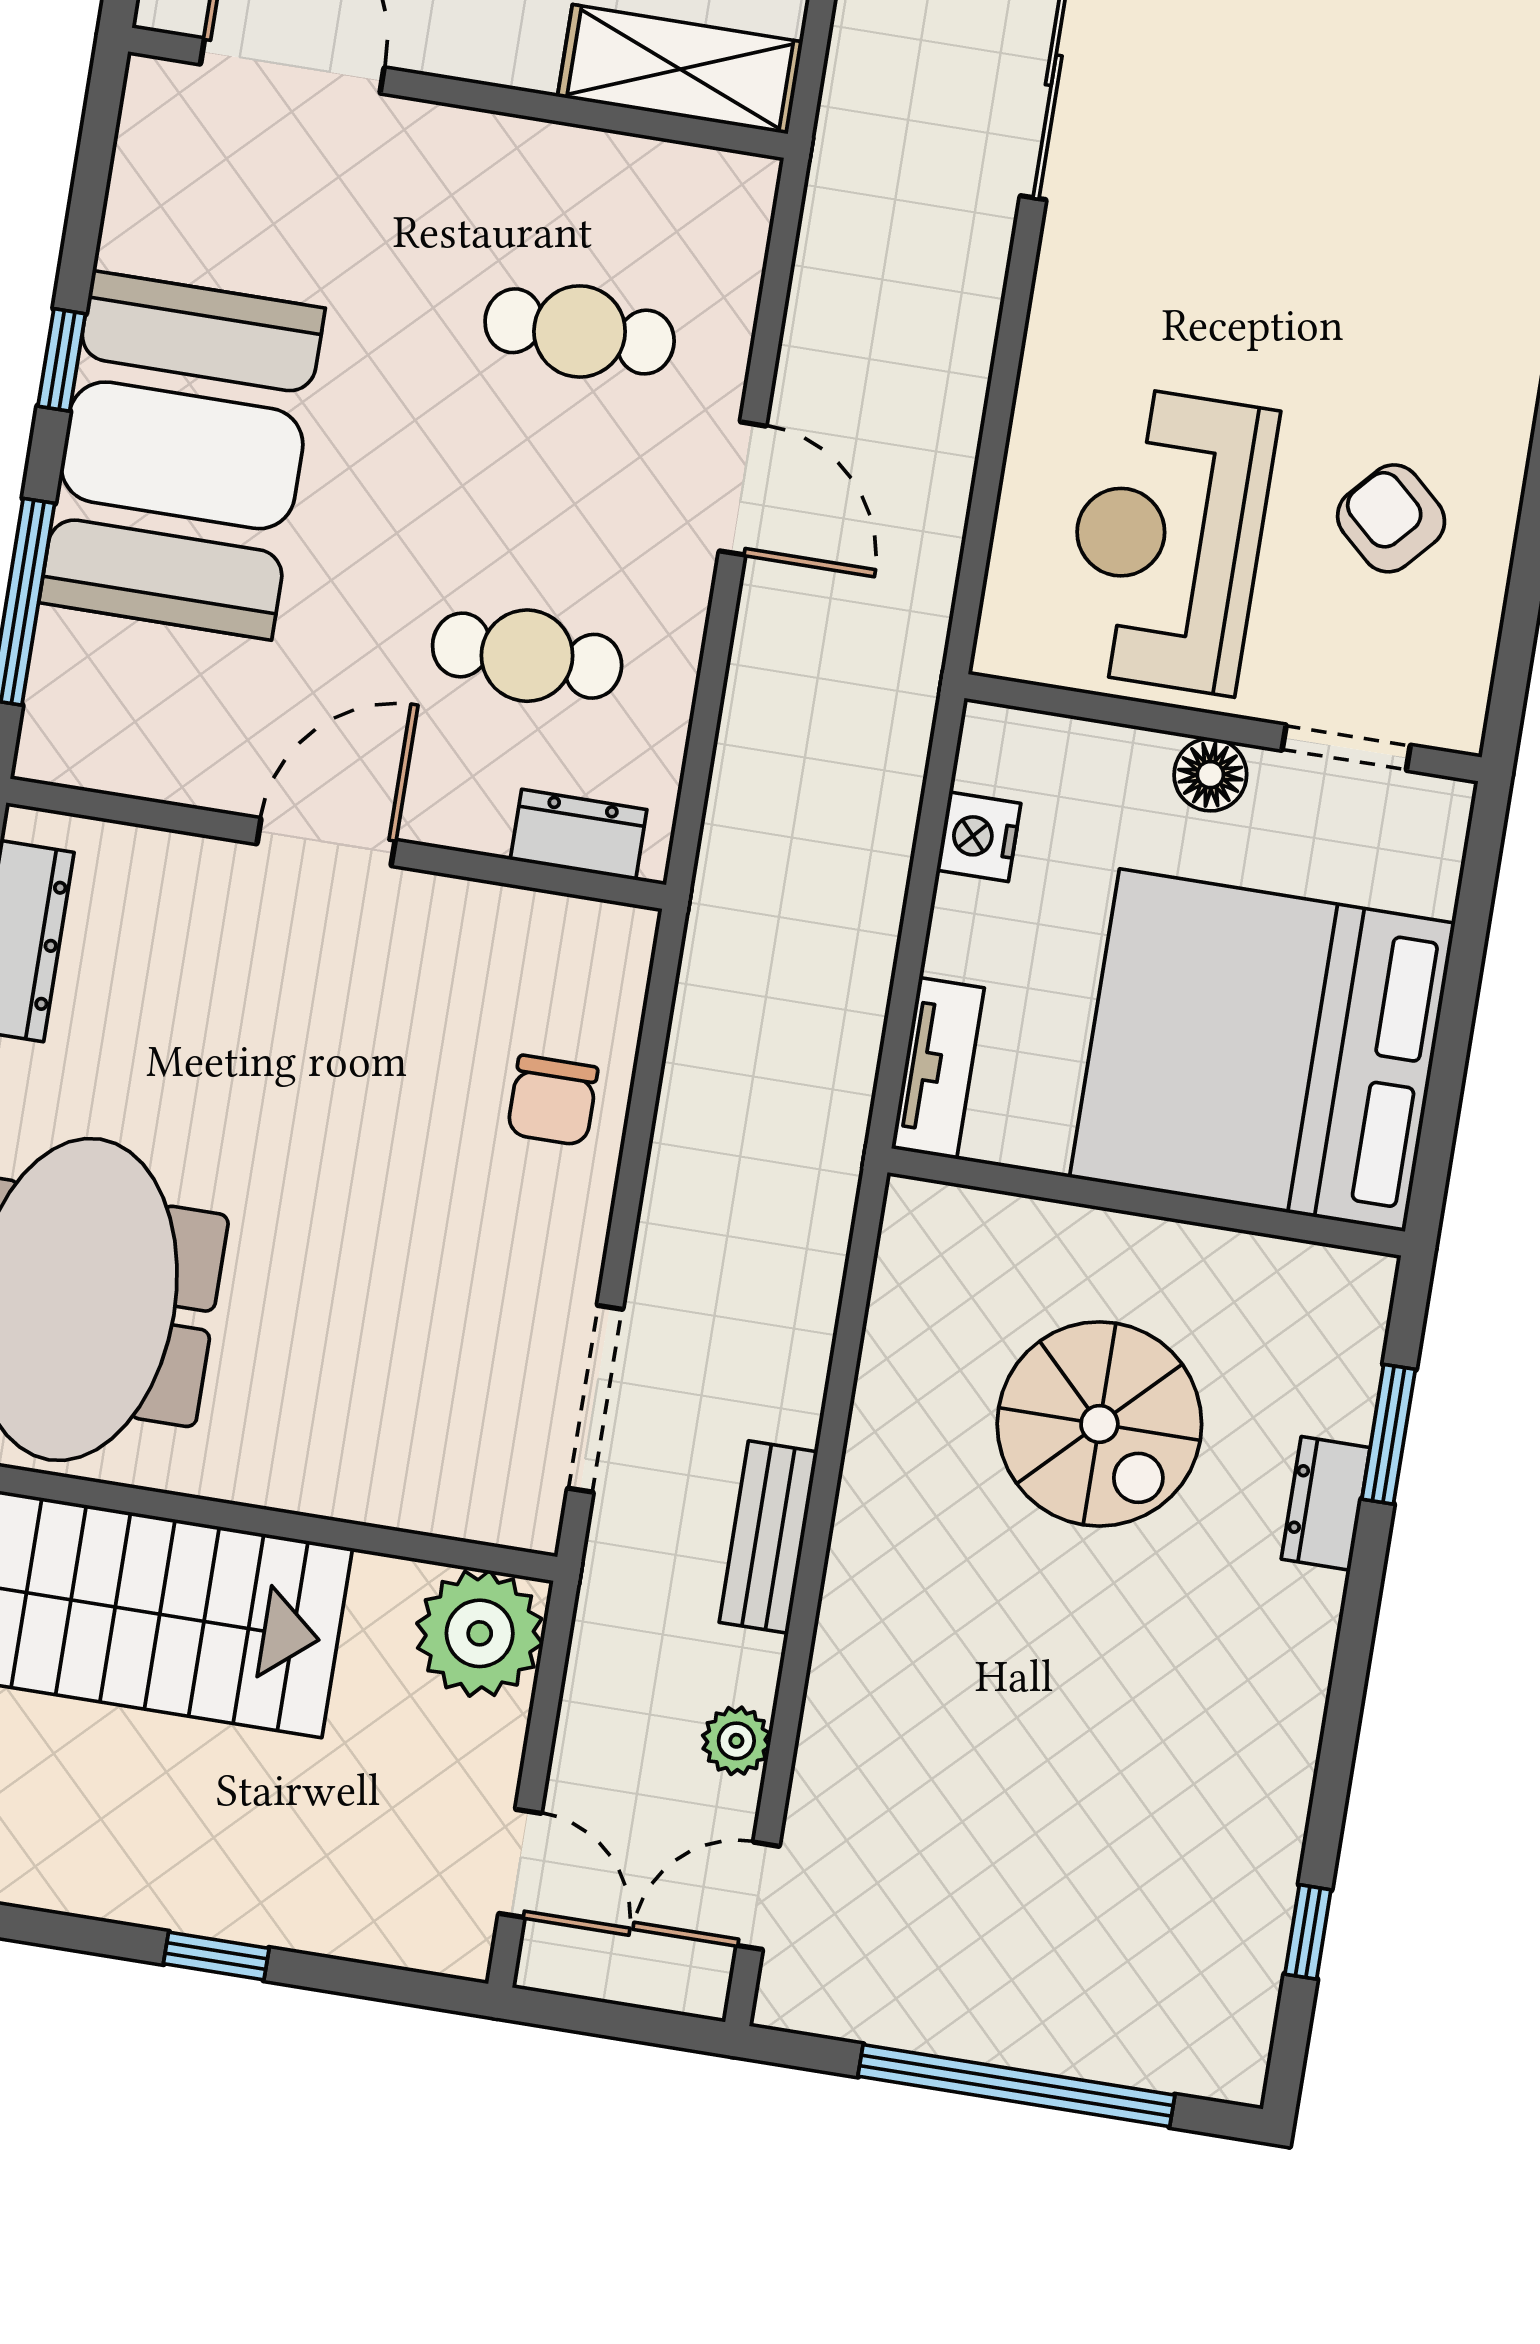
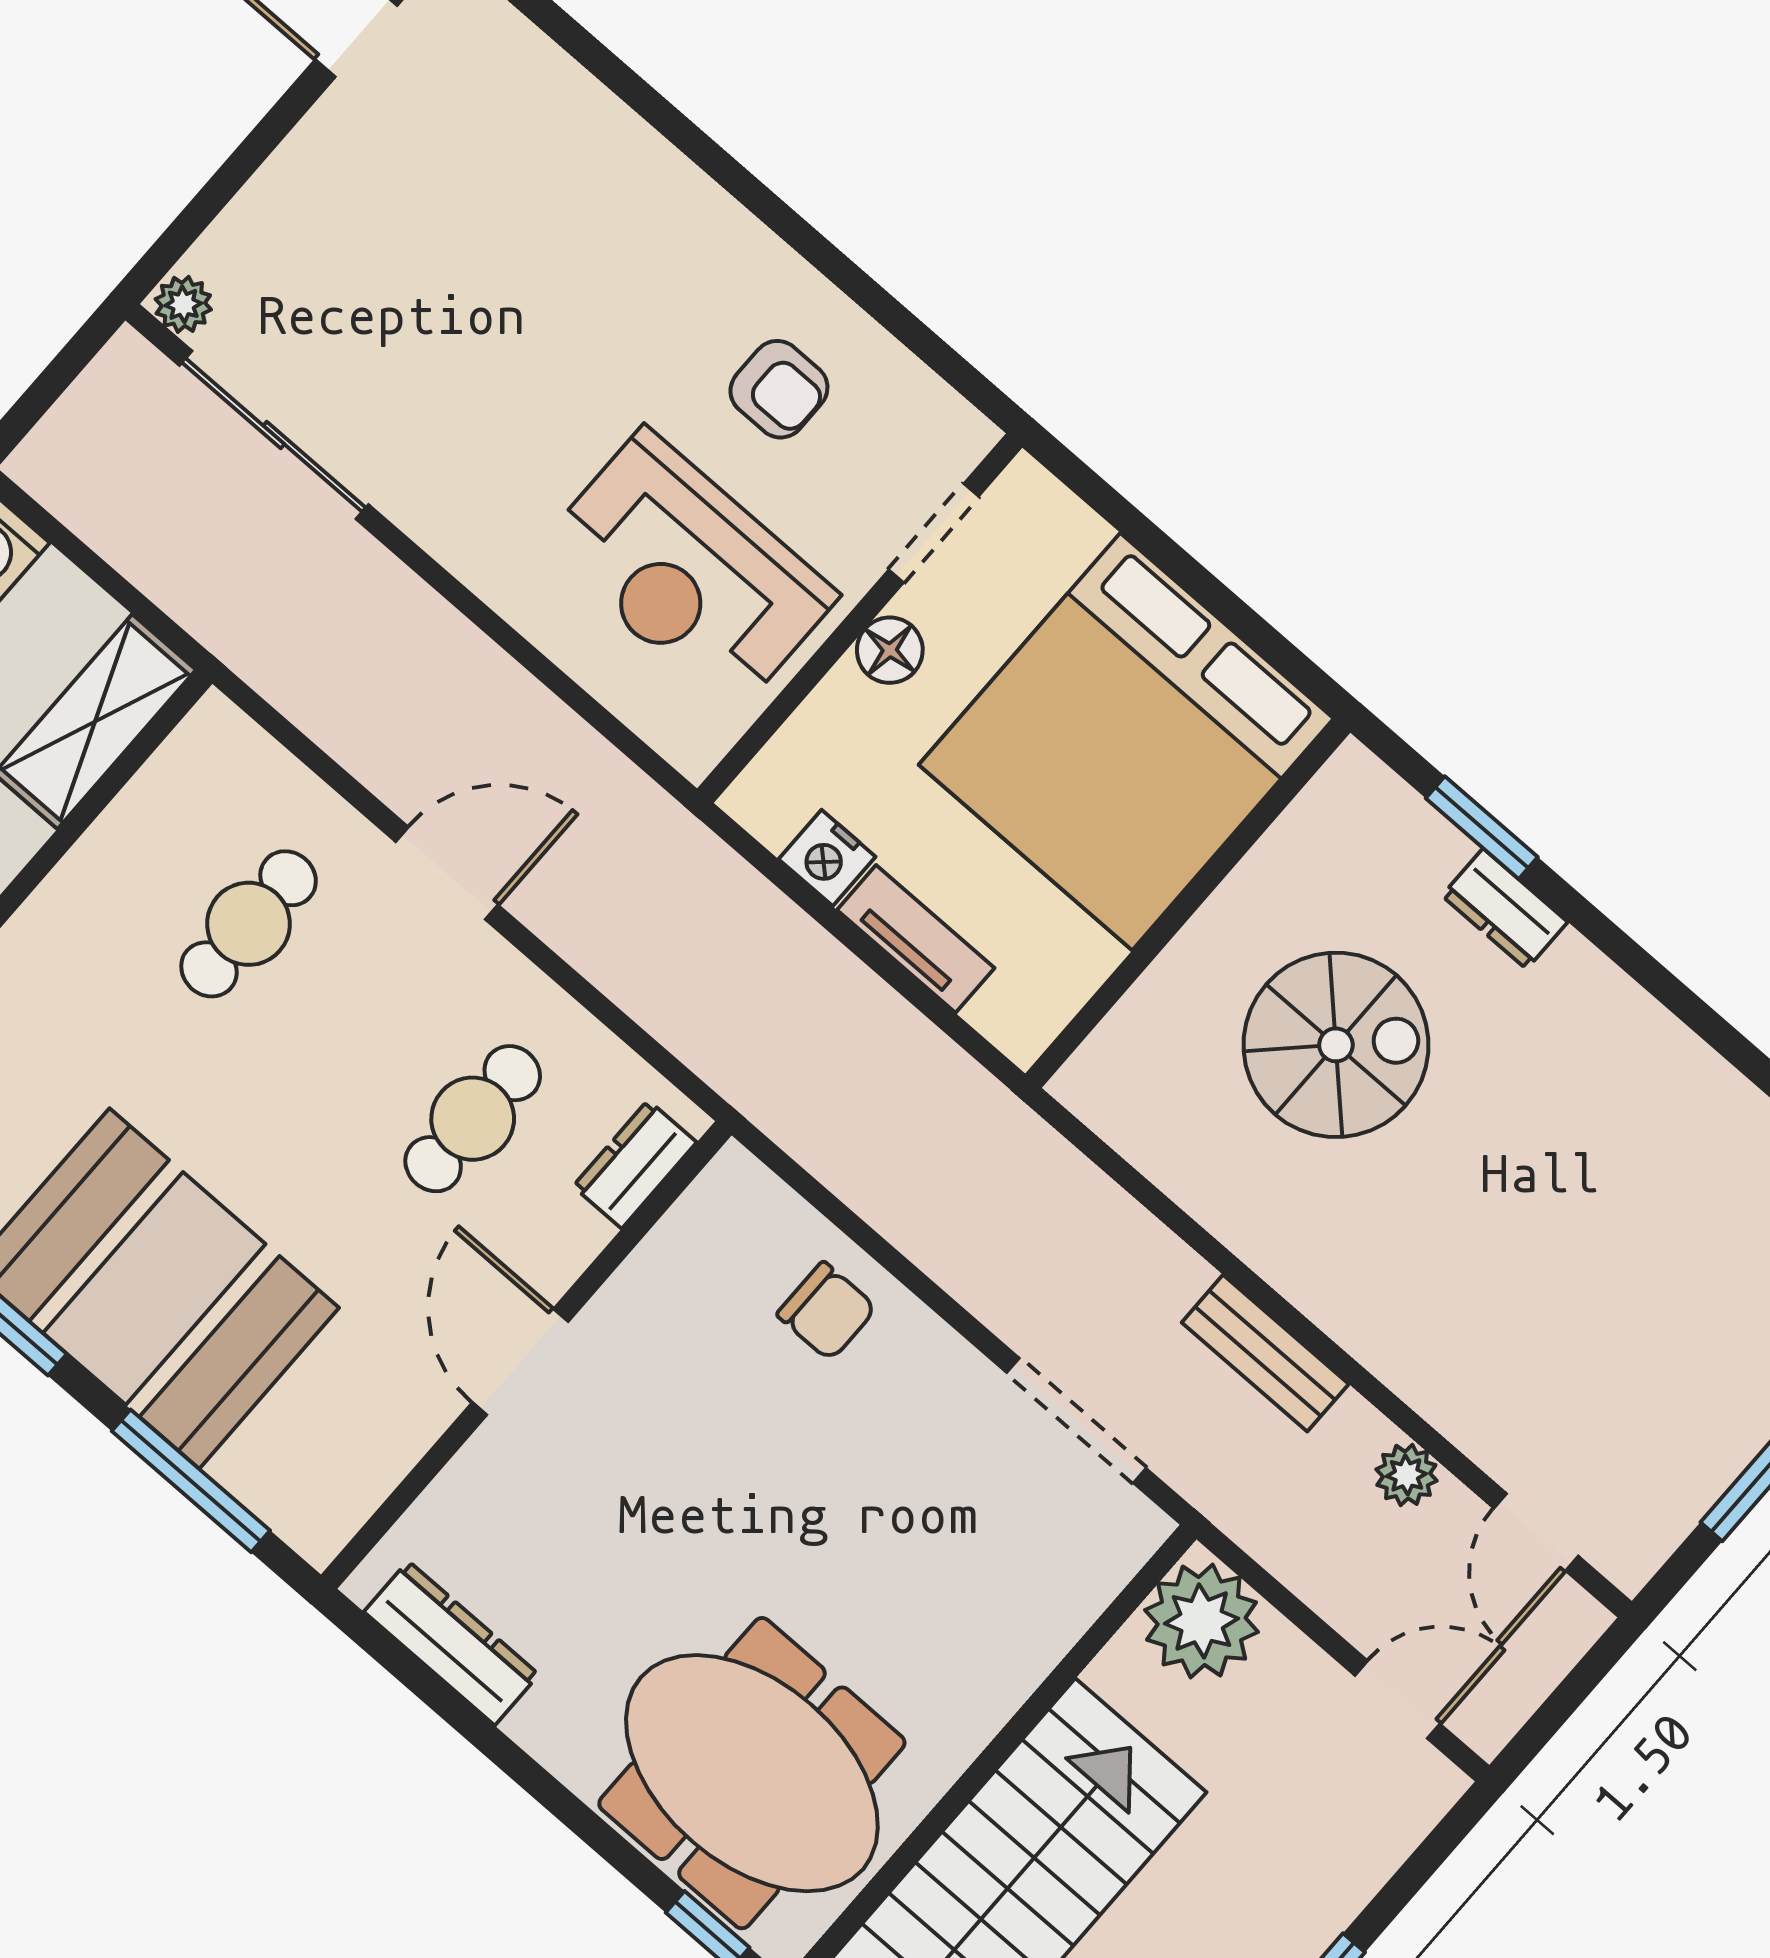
armchair: (1391, 518) -> (779, 389), turned -132
tv unit: (938, 1068) -> (916, 939), moved

